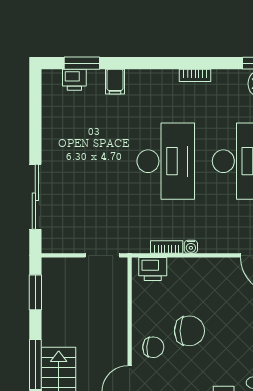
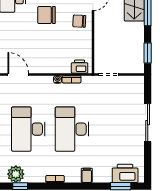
printer: (74, 80) -> (125, 173), width x1.87, depth x1.48
filing cabinet: (115, 82) -> (87, 175), moved
sliding door: (35, 197) -> (148, 123), moved
chair: (189, 331) -> (47, 15), moved

